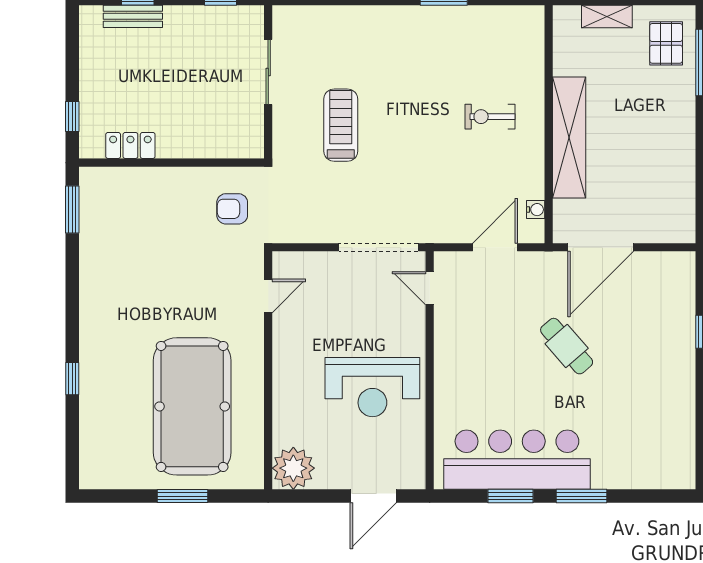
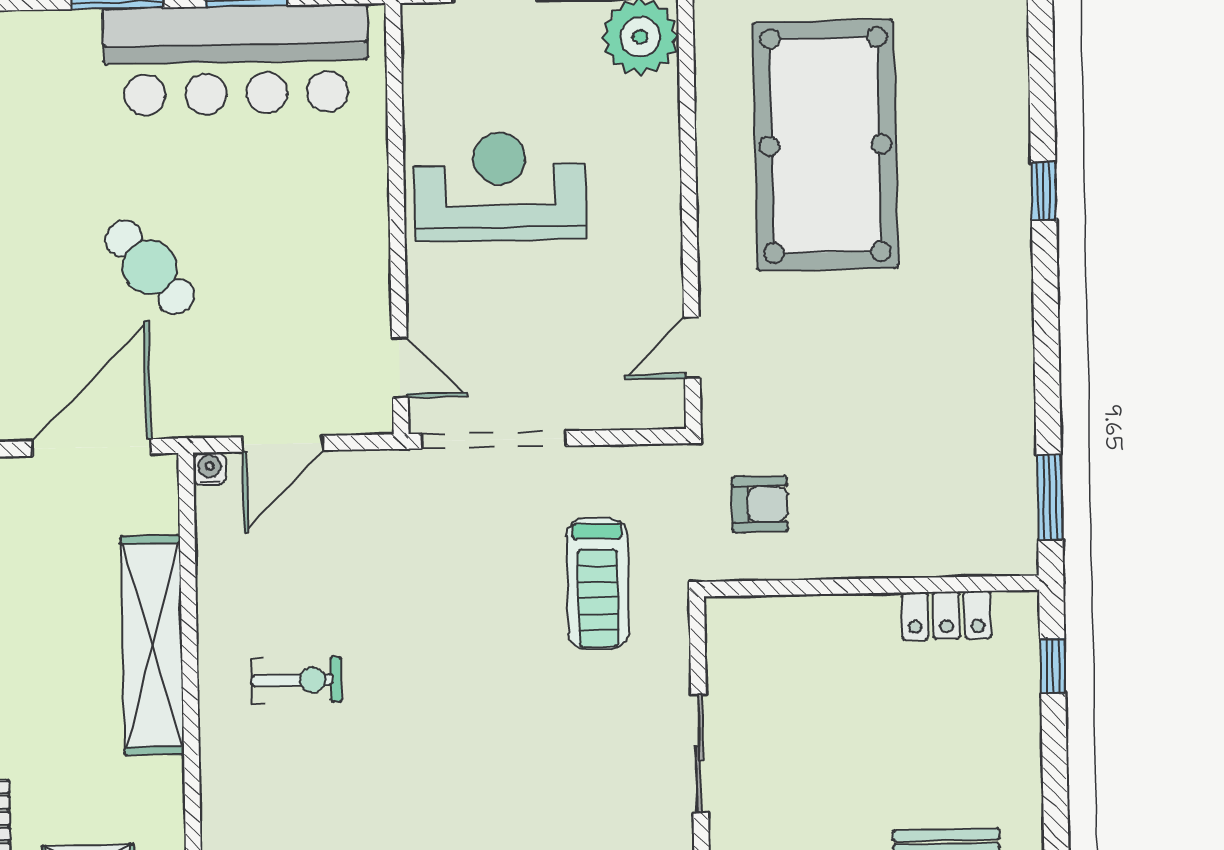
treadmill: (341, 125) -> (598, 584), moved
water cooler: (536, 210) -> (210, 469), moved, turned 90

